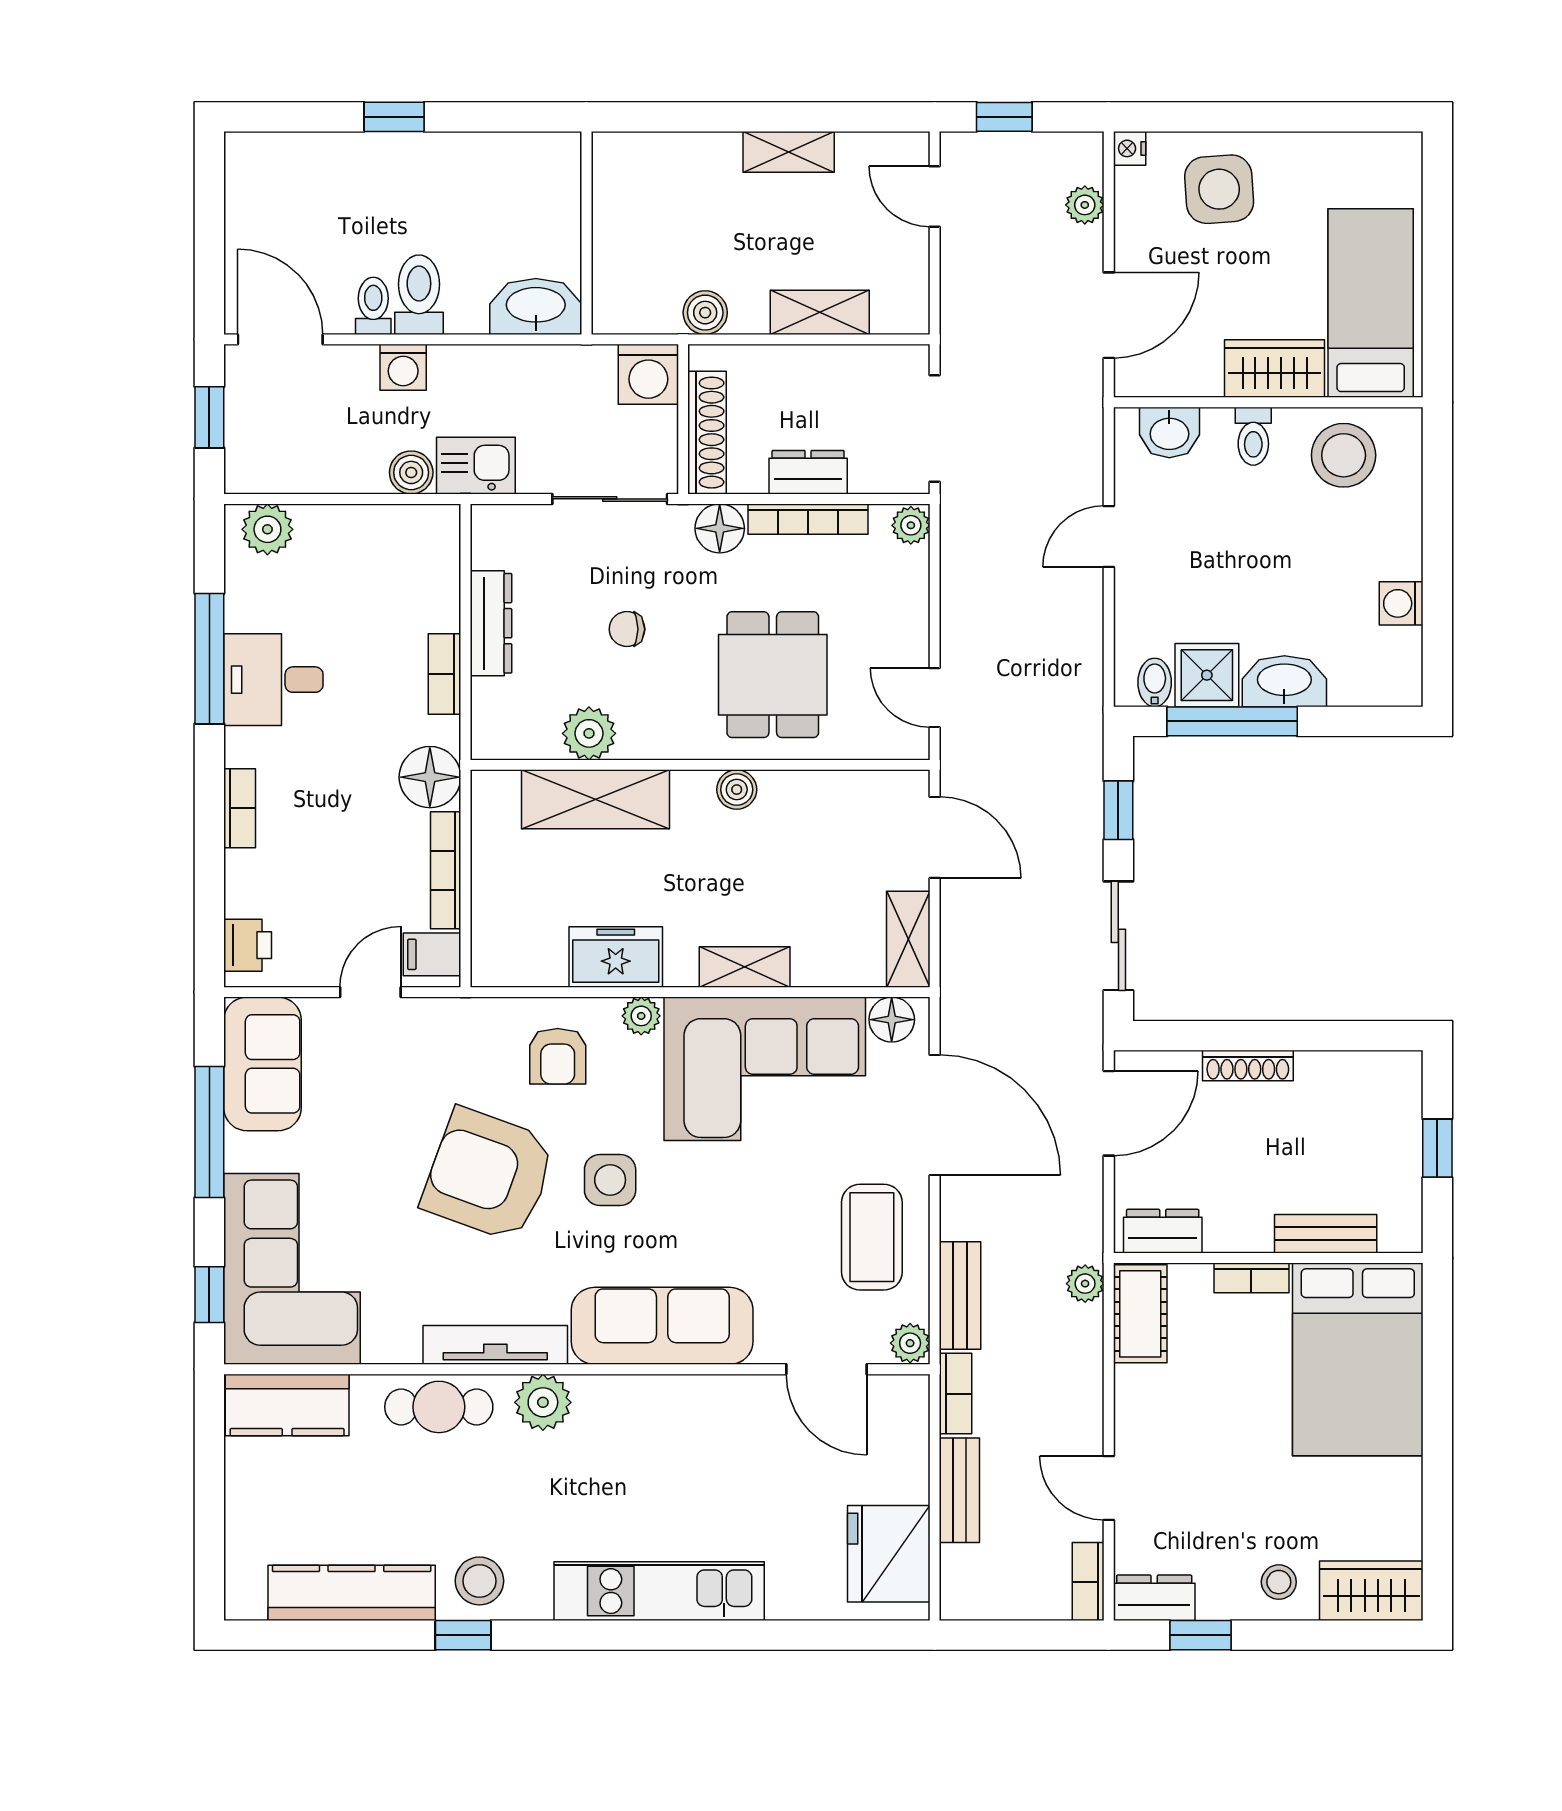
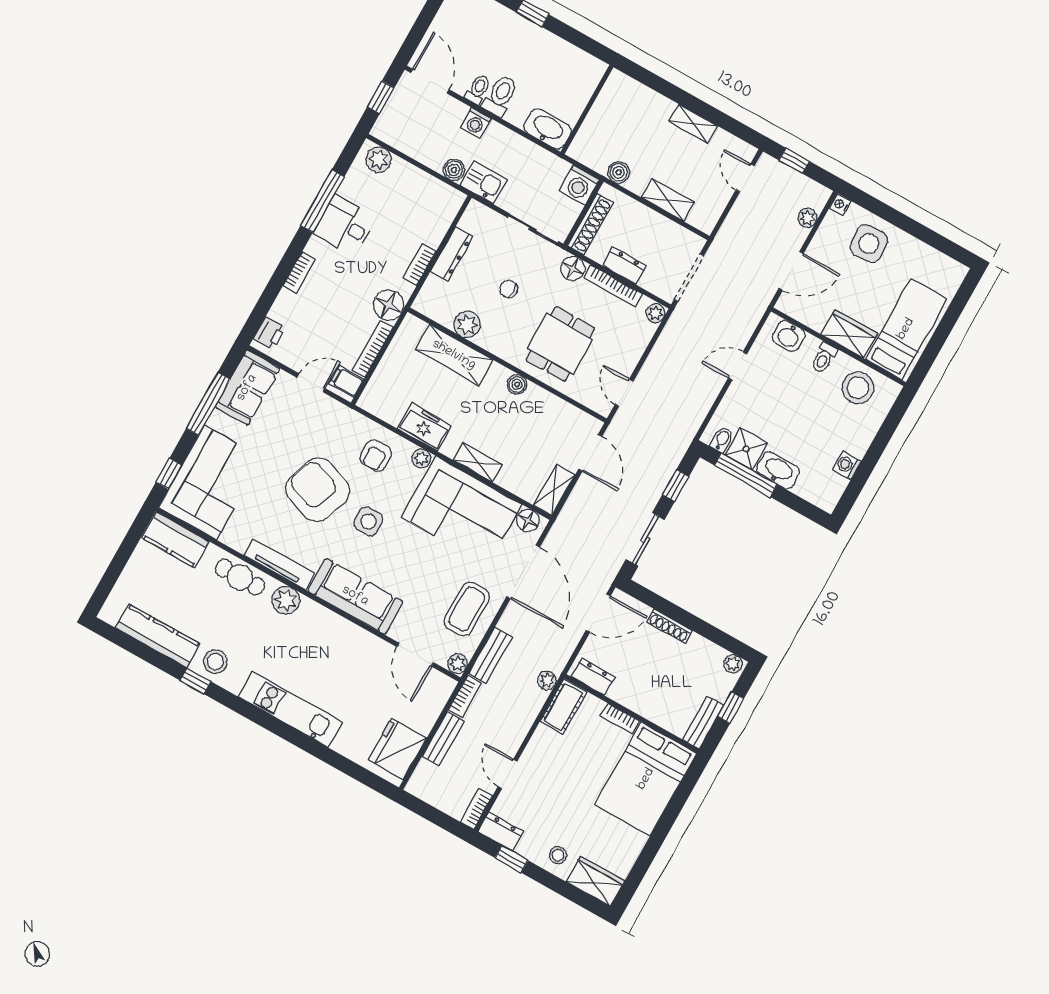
plant: (1398, 1069) -> (733, 664), added
bench: (1326, 1234) -> (703, 722), moved, turned 90

